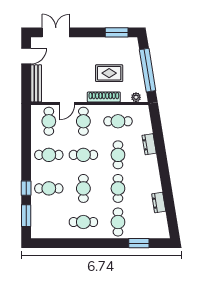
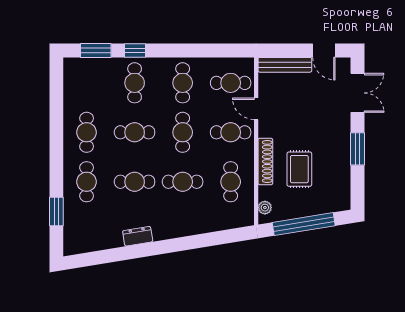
window: (117, 32) -> (358, 149), moved
dresser: (149, 144) -> (198, 226), removed
dresser: (159, 202) -> (138, 236), moved
cafe table: (118, 222) -> (87, 182), turned 90

